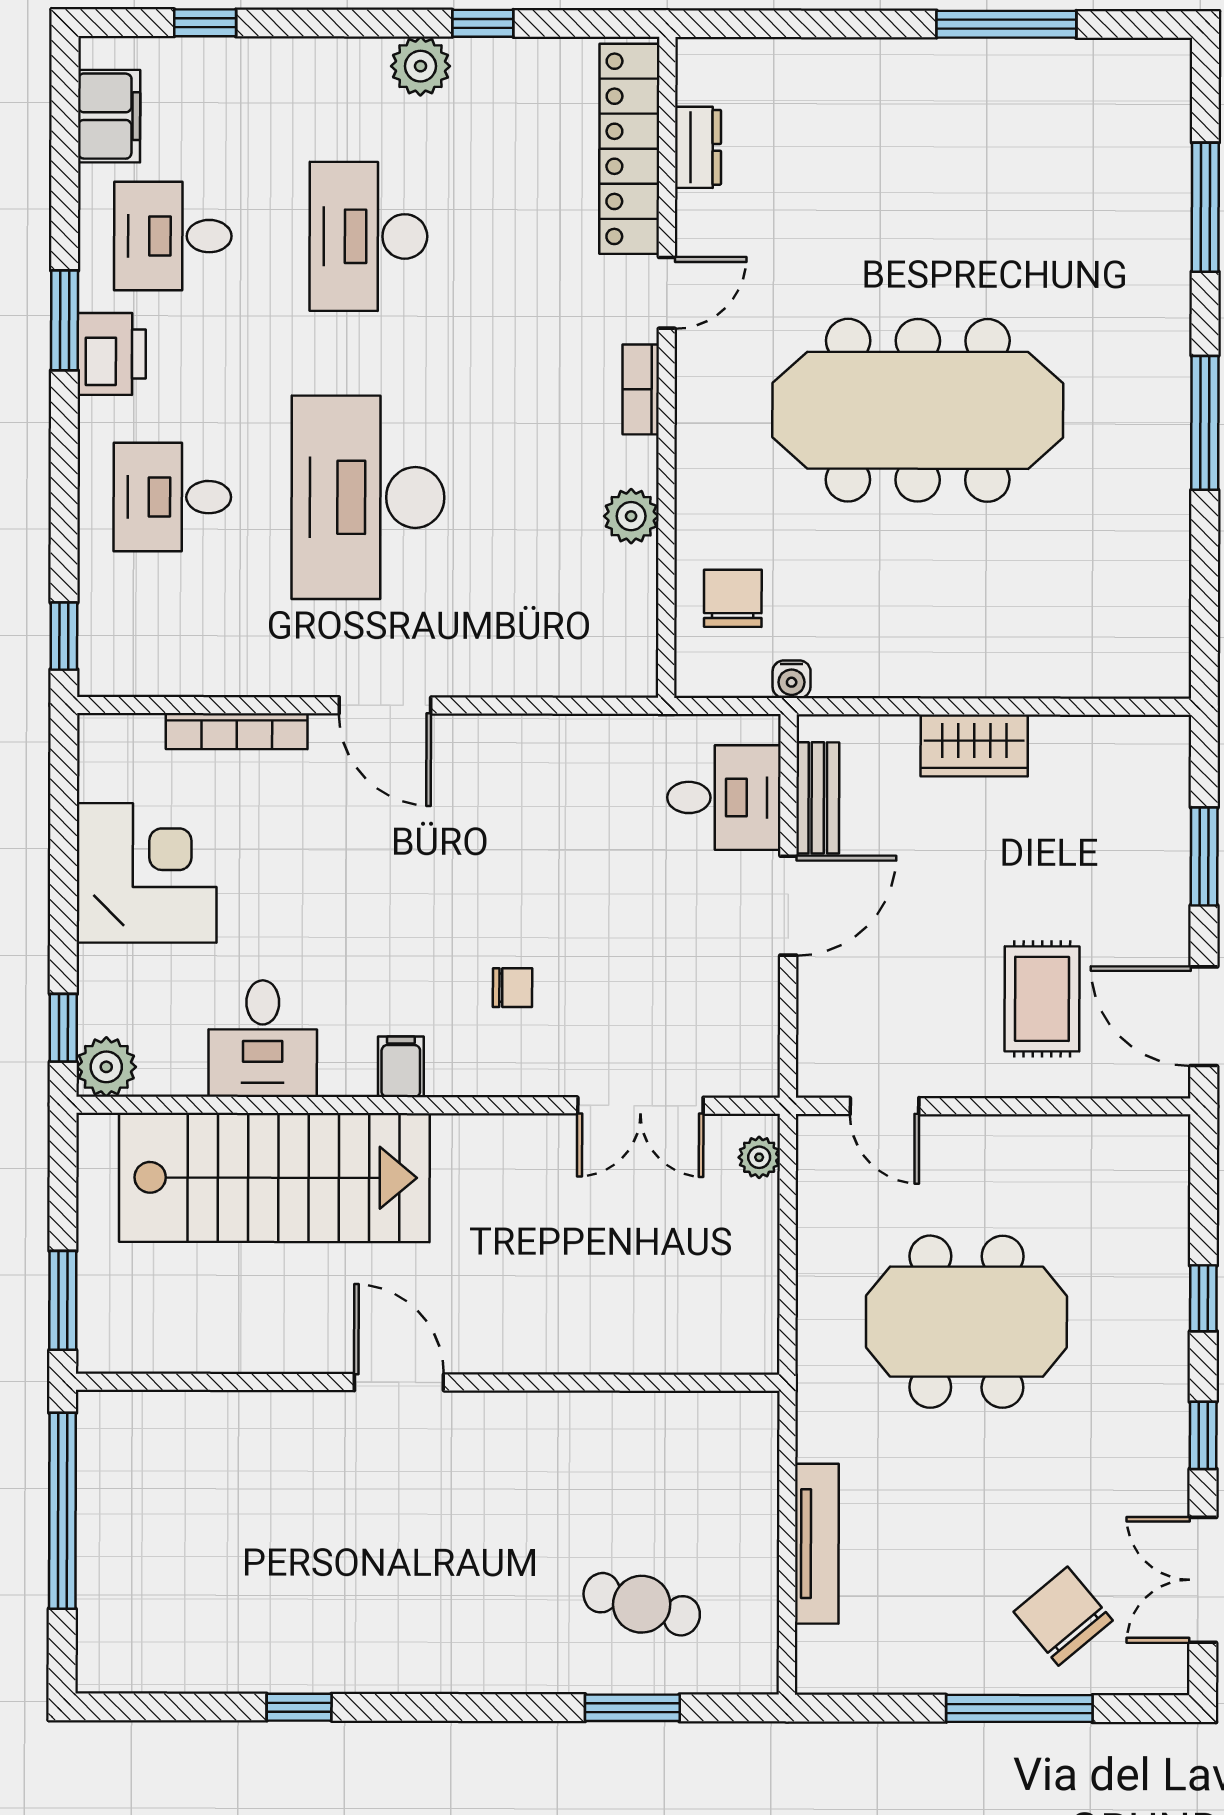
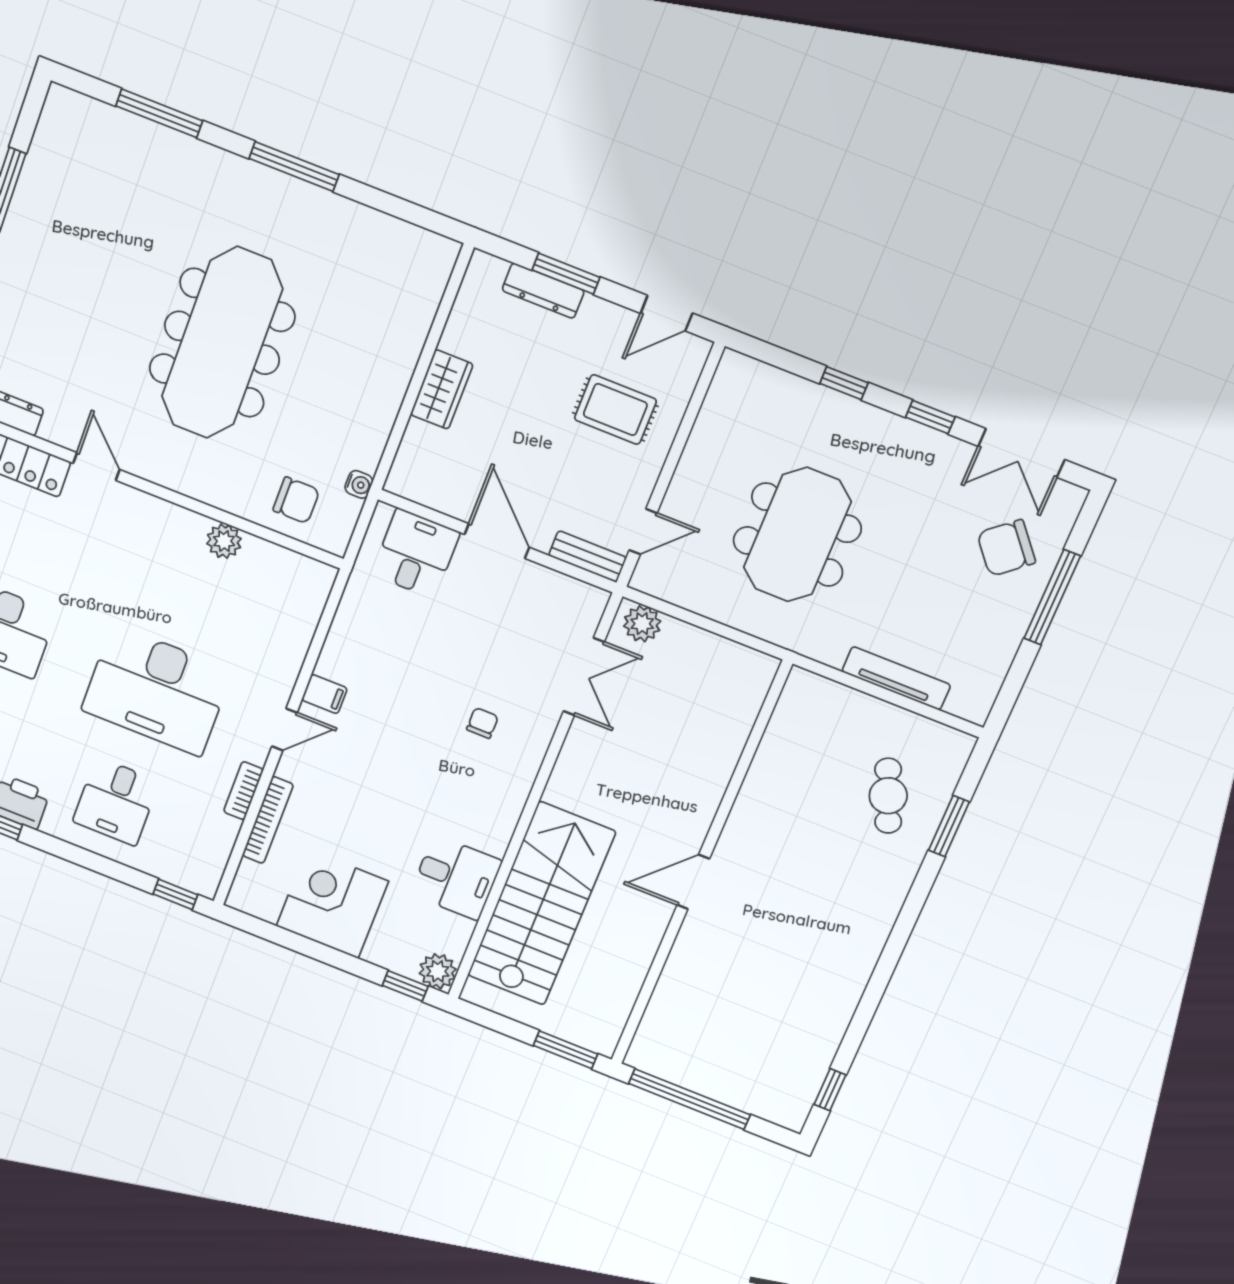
bookcase: (641, 389) -> (243, 791), moved, turned 90
chair: (733, 598) -> (296, 500), turned 180
door: (385, 705) -> (284, 730), width x0.73
bench: (818, 798) -> (587, 557), moved
dresser: (1168, 834) -> (543, 291), added
door: (1204, 1016) -> (666, 313), width x0.73
filing cabinet: (401, 1067) -> (324, 694), moved, turned 180
plant: (759, 1157) -> (642, 624), width x1.38, depth x1.38
cafe table: (642, 1604) -> (888, 796), turned -39
window: (299, 1707) -> (830, 1090), moved

